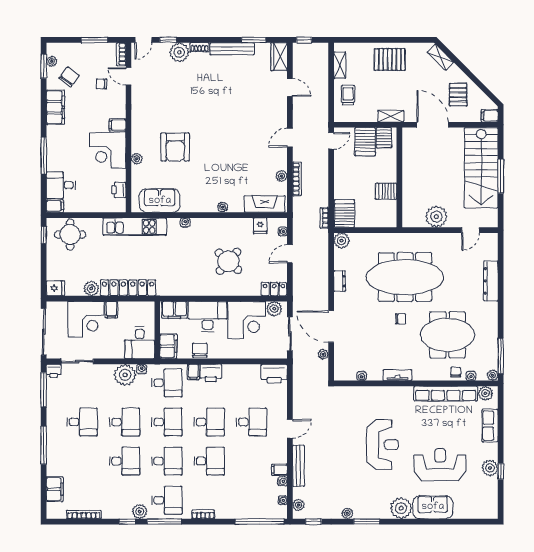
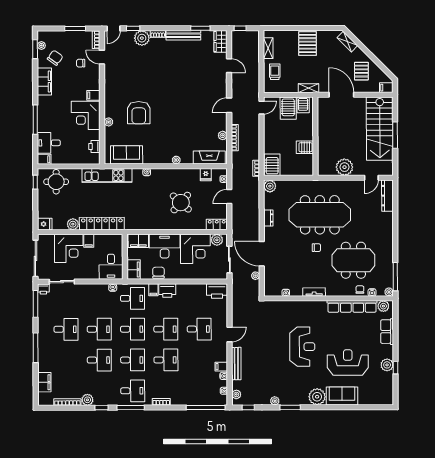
pallet: (390, 59) -> (308, 43), turned 90
dresser: (491, 281) -> (387, 196), moved
plant: (125, 375) -> (100, 292), removed
plant: (140, 512) -> (87, 400), moved

